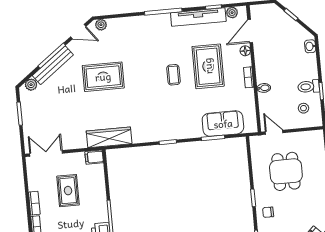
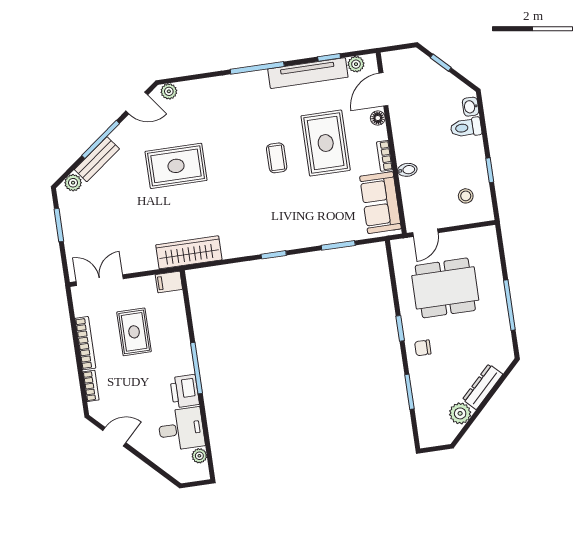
bench: (53, 65) -> (97, 159), width x0.73
toilet: (309, 87) -> (466, 128), moved
sofa: (223, 124) -> (380, 203), moved, turned -90
door: (274, 132) -> (425, 233), swing flipped
dining table: (286, 171) -> (445, 288), width x1.38
bookcase: (34, 203) -> (85, 343), width x1.56

